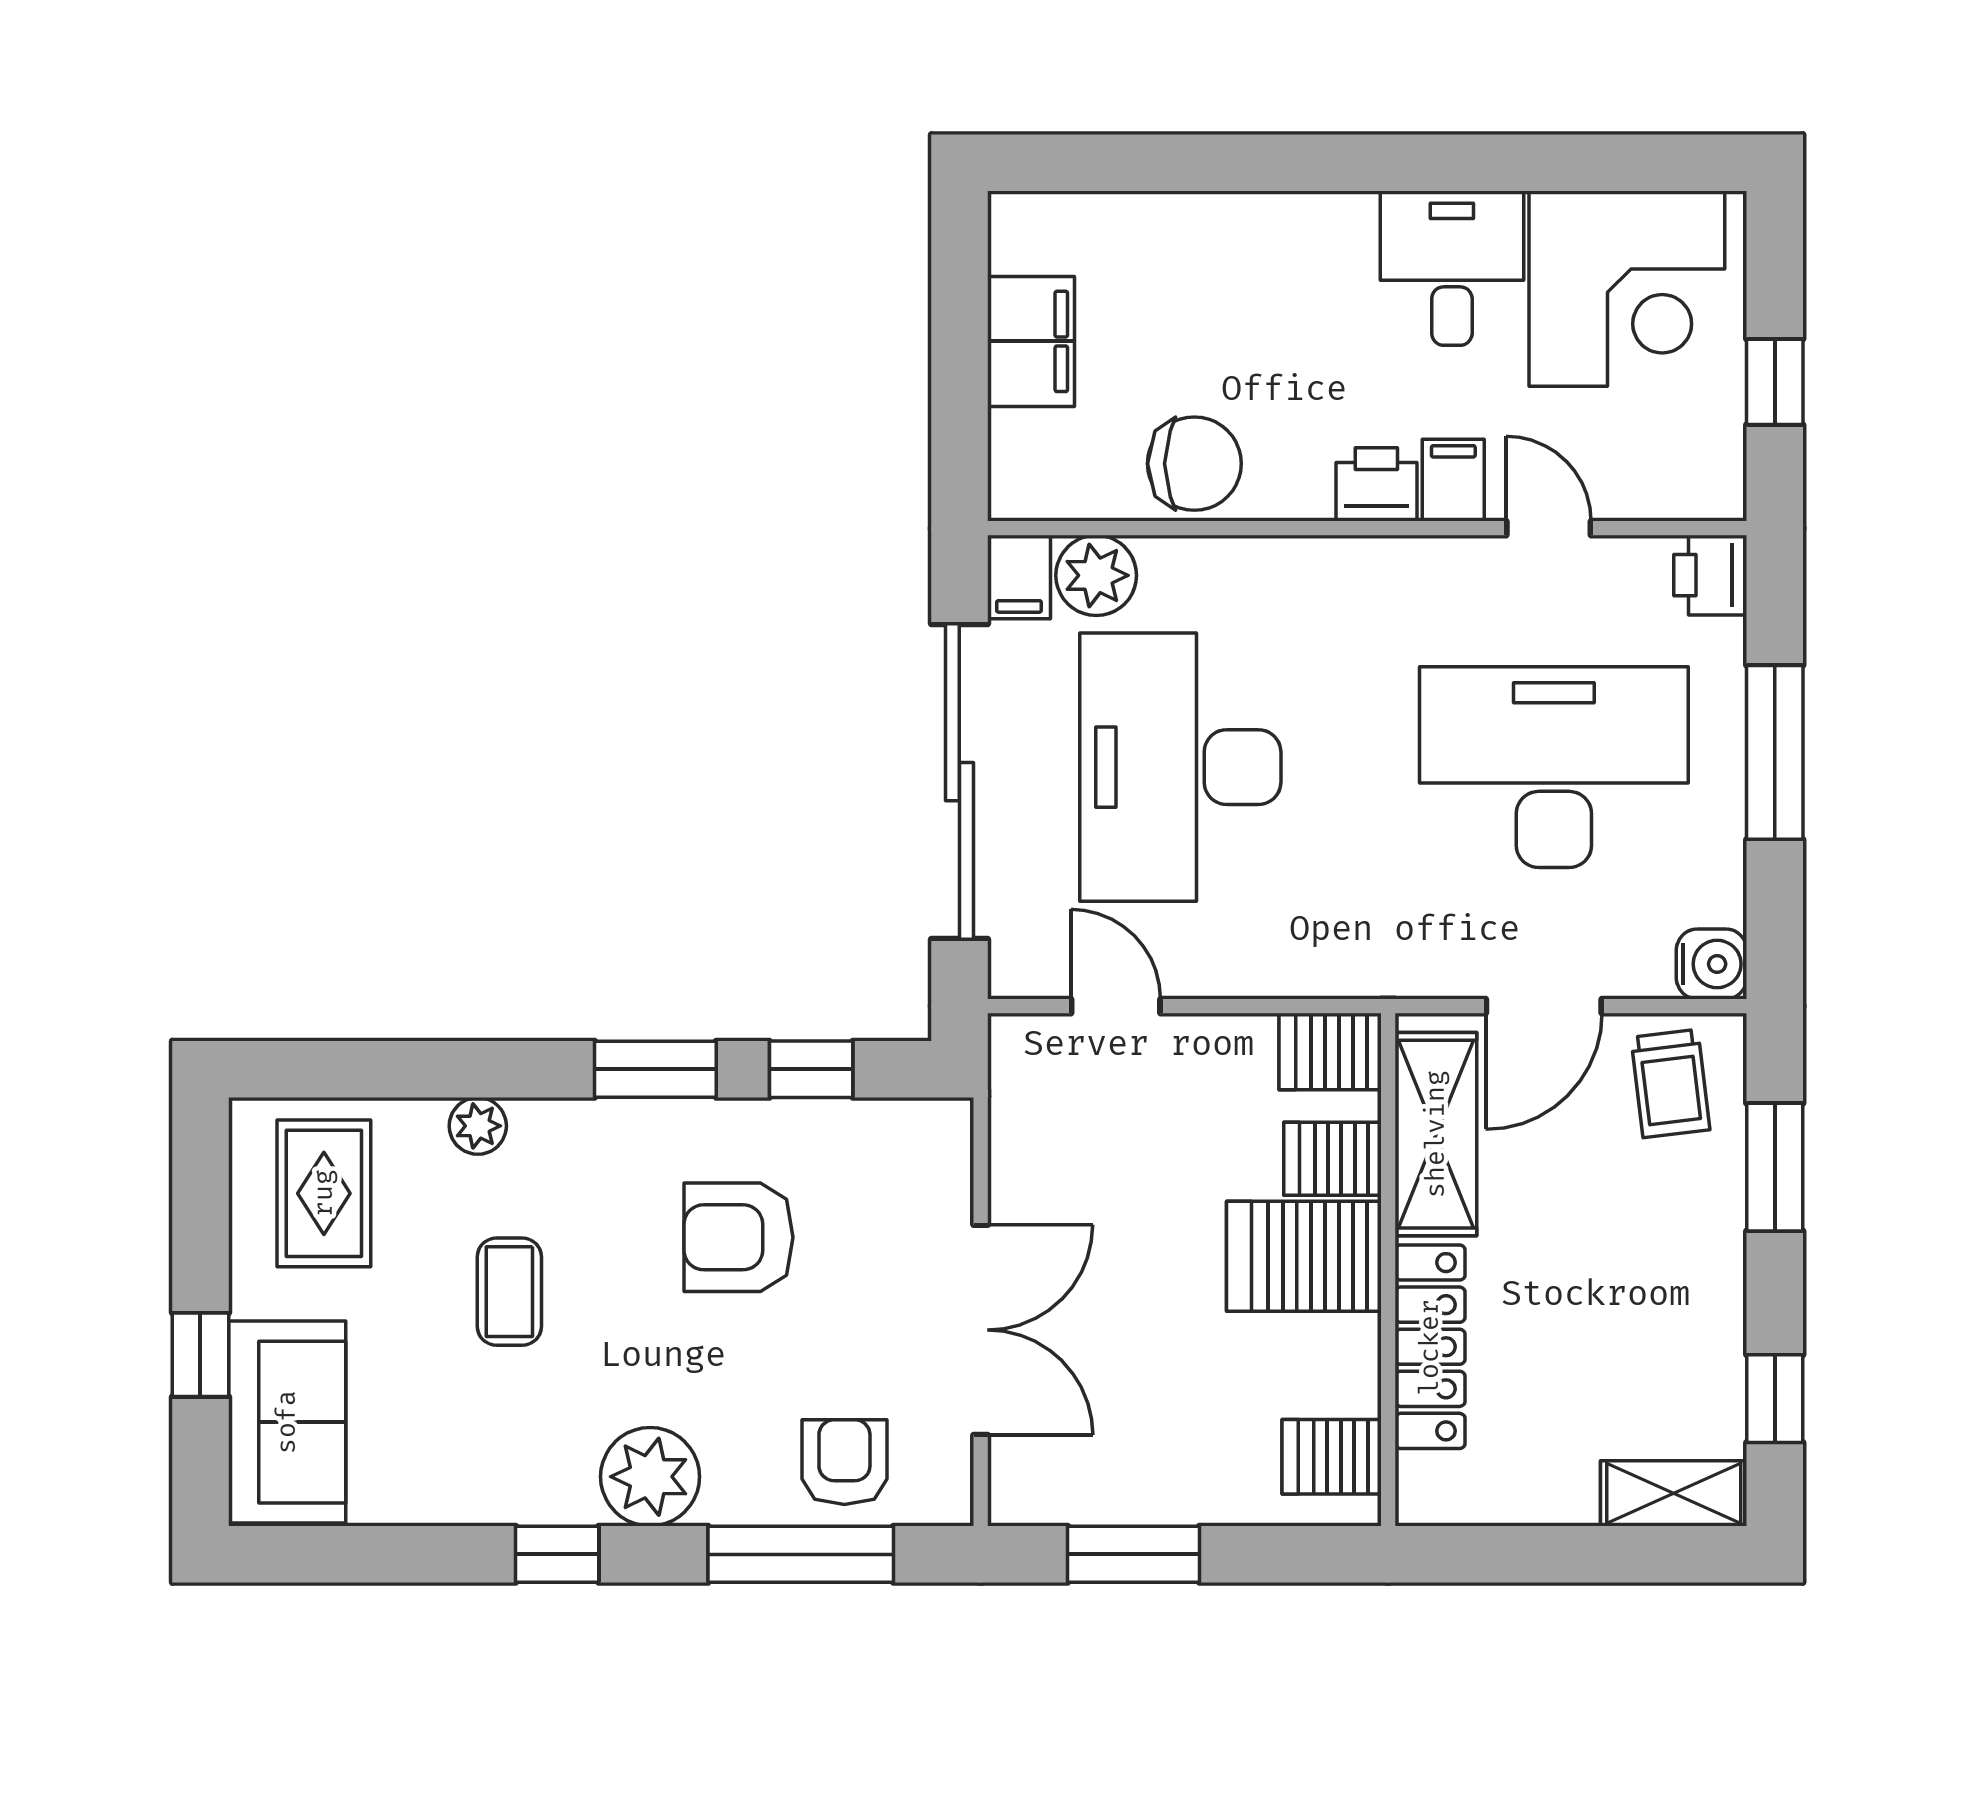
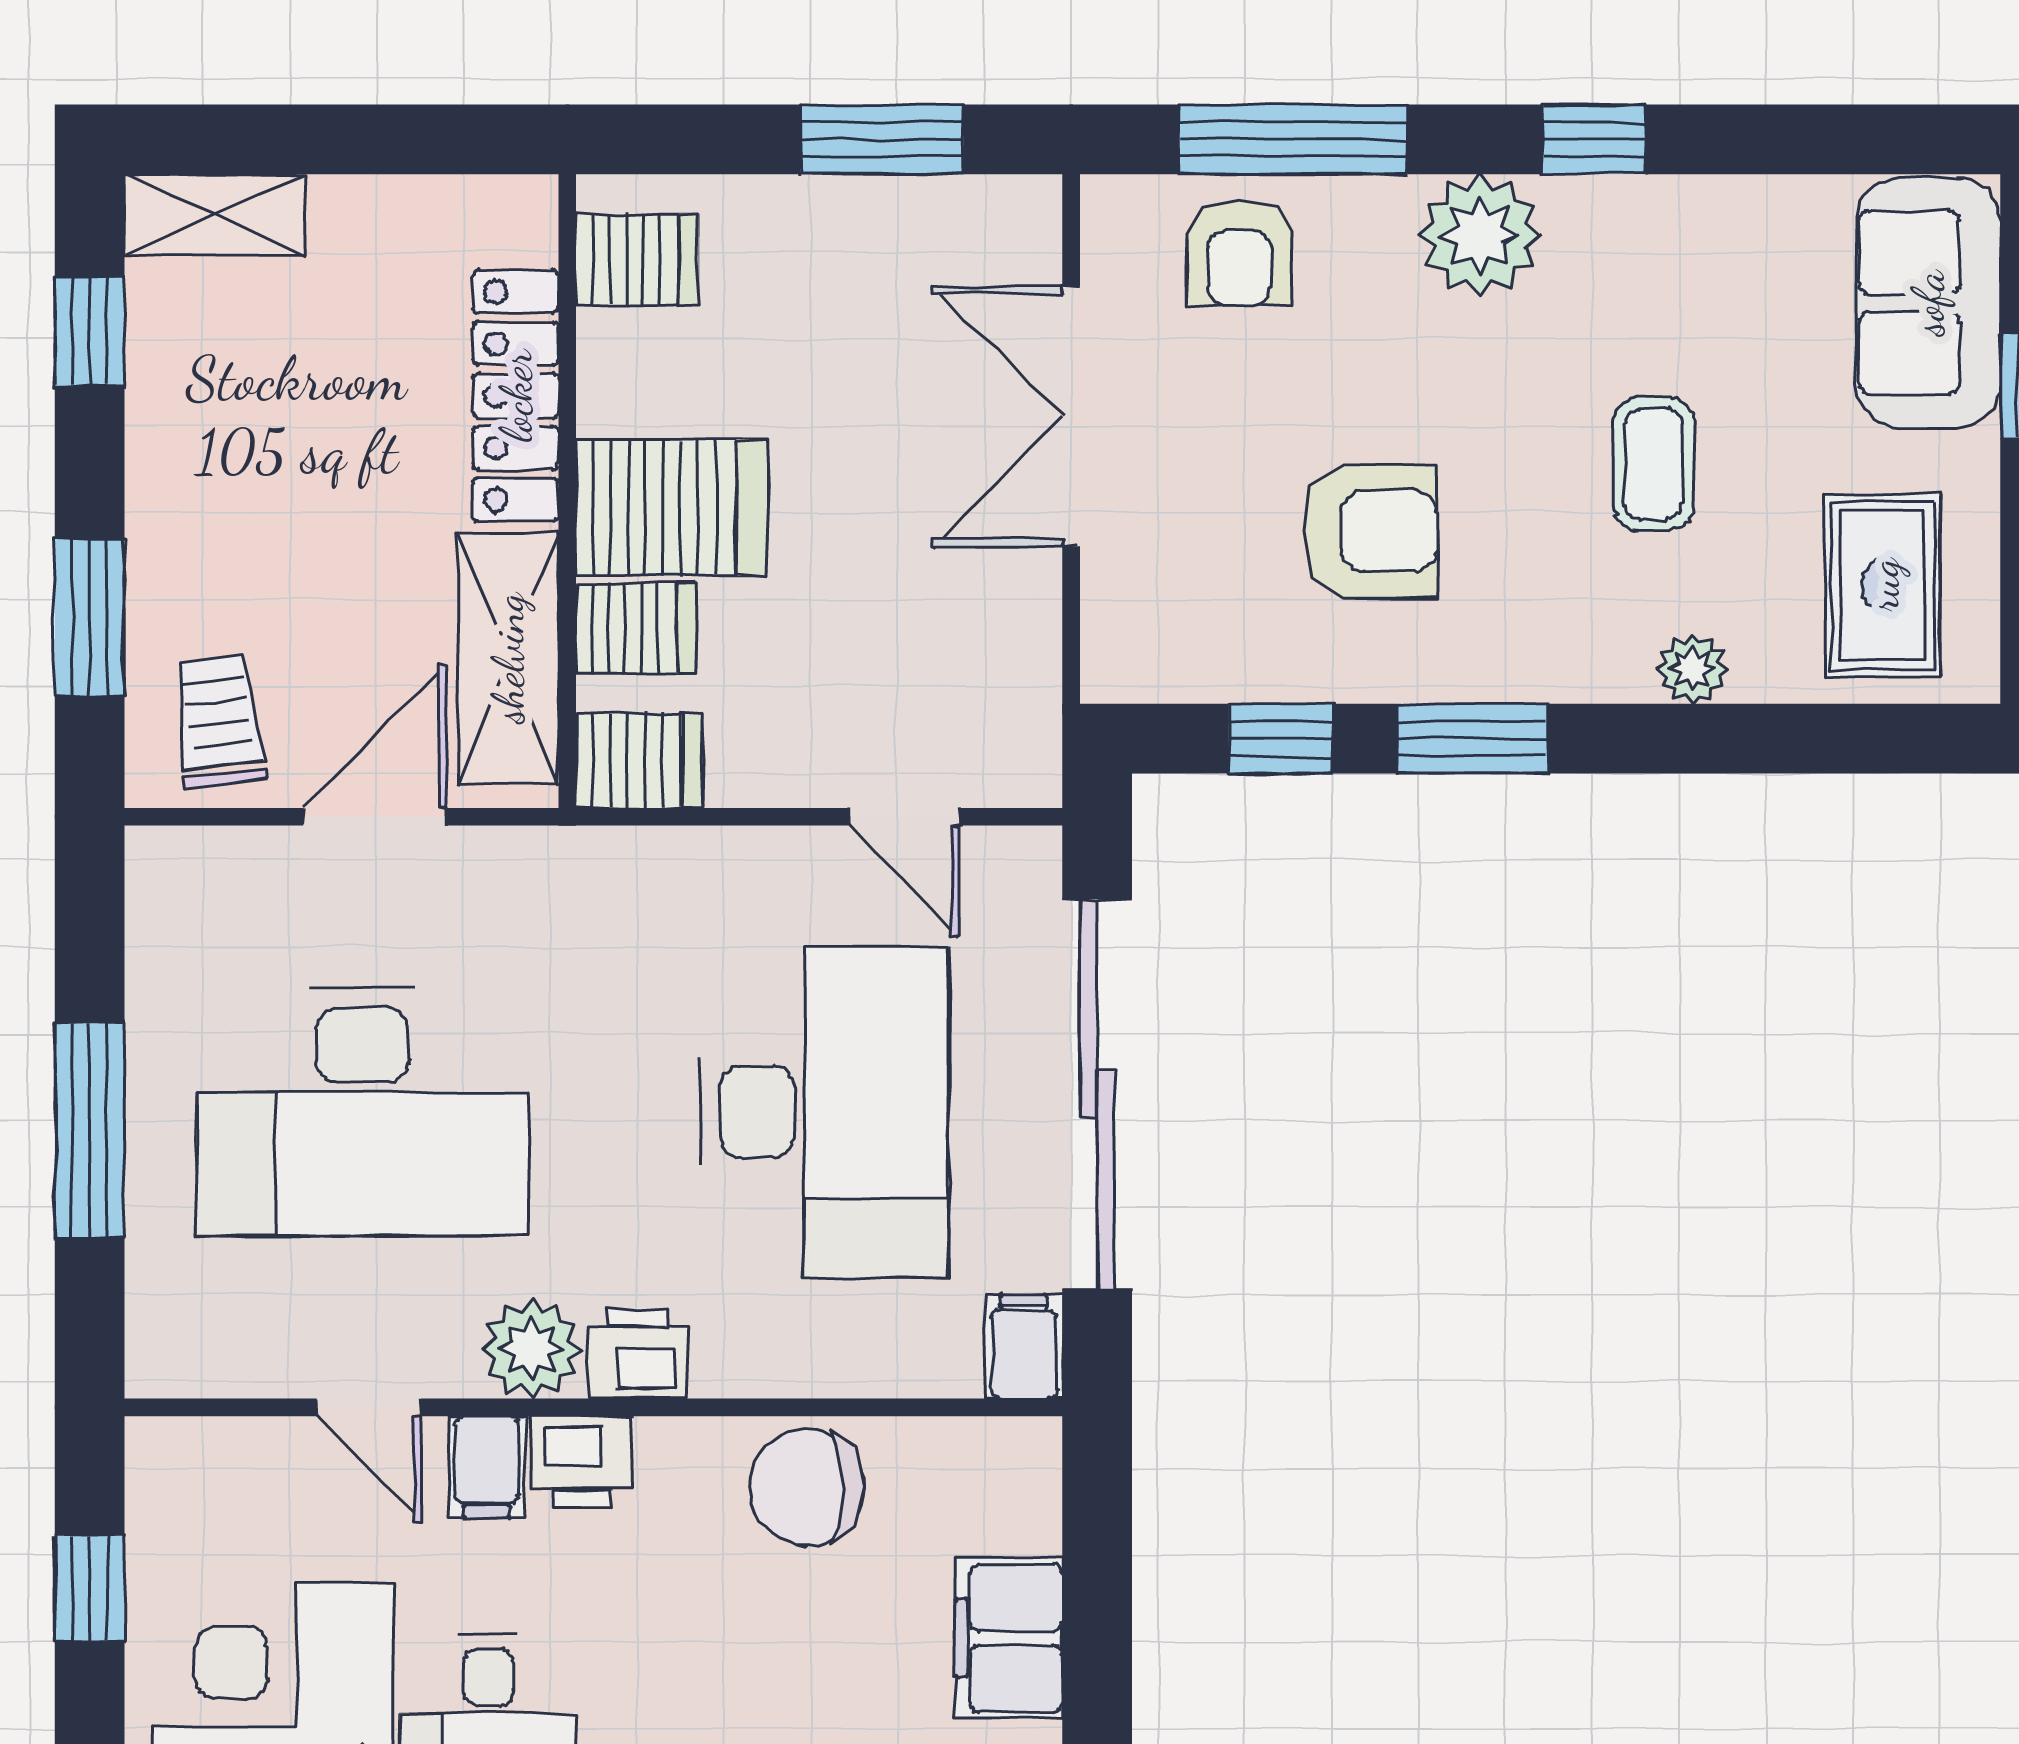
plant: (1096, 575) -> (531, 1349), moved
printer: (1710, 575) -> (637, 1354), moved, turned -90
water cooler: (1712, 964) -> (168, 869), removed

